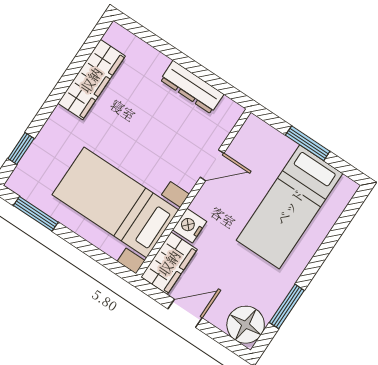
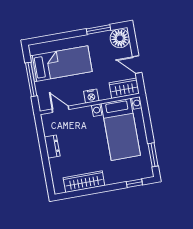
dresser: (192, 87) -> (52, 147), width x0.70
window: (308, 143) -> (31, 79), width x1.44
door: (212, 165) -> (61, 109), moved
nightstand: (190, 226) -> (91, 96), moved

